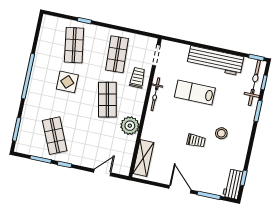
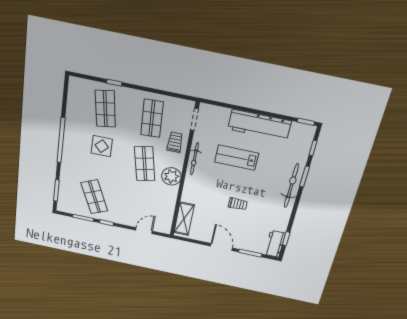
bicycle: (254, 83) -> (291, 186), moved
plant: (130, 126) -> (171, 176), moved
stool: (221, 133) -> (264, 197), removed

